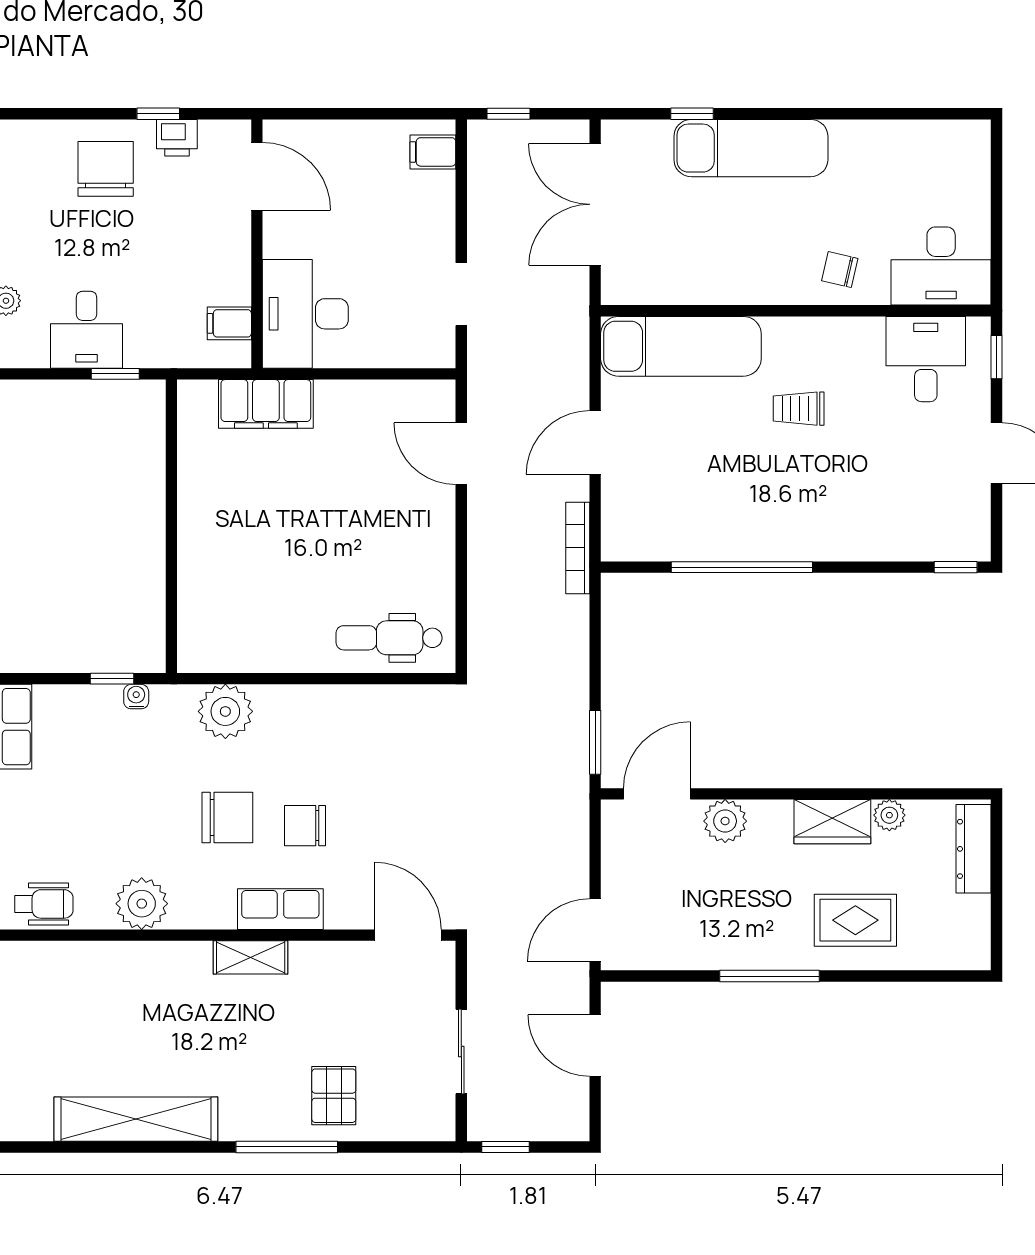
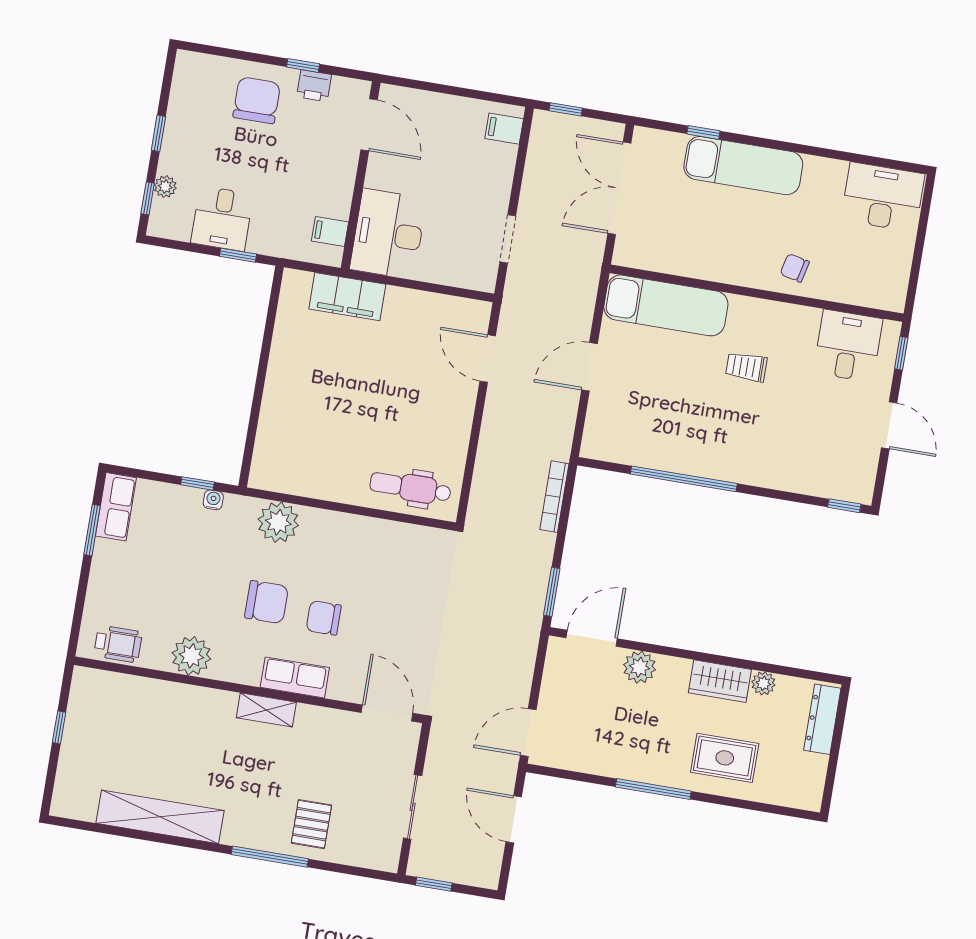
desk: (941, 266) -> (883, 197), moved, turned 180
bookcase: (578, 548) -> (554, 497), moved

